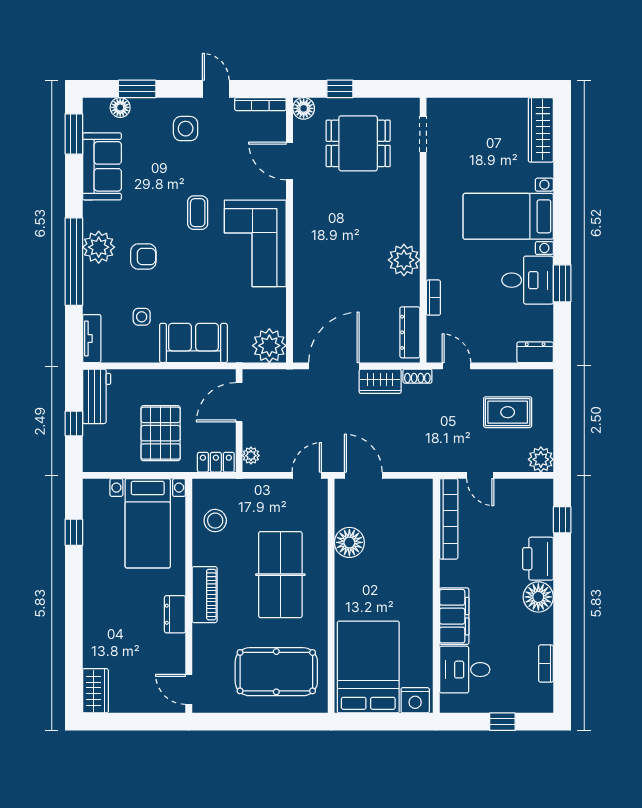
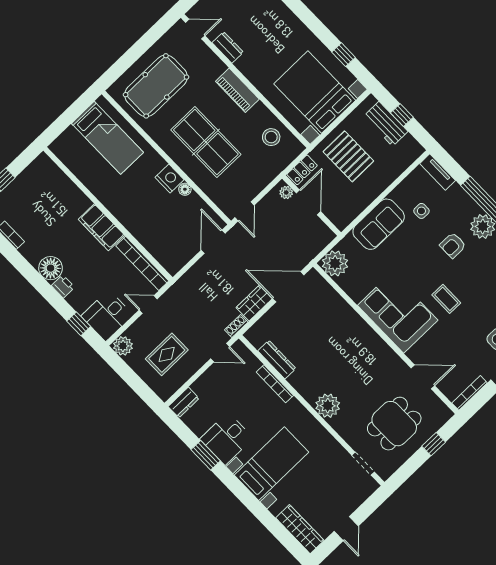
door: (497, 89) -> (346, 529), added
floor lamp: (304, 108) -> (443, 414), removed
plant: (404, 260) -> (328, 406), moved
bookcase: (433, 298) -> (275, 384), width x1.56
dresser: (410, 332) -> (277, 360), moved
door: (334, 366) -> (288, 287), swing flipped
workbench: (97, 396) -> (386, 124), moved
door: (239, 402) -> (308, 202), moved
door: (363, 475) -> (213, 242), swing flipped
bed with nightstands: (148, 523) -> (315, 92), width x1.36
floor lamp: (349, 542) -> (185, 189), width x0.53, depth x0.53
printer: (538, 559) -> (63, 286), width x0.53, depth x0.68
dresser: (175, 614) -> (228, 47), moved
filing cabinet: (454, 616) -> (101, 227), moved
bed: (368, 667) -> (107, 138), width x0.67
desk: (465, 670) -> (107, 316), moved, turned 180
nightstand: (415, 700) -> (169, 179), moved, turned 90

